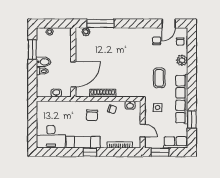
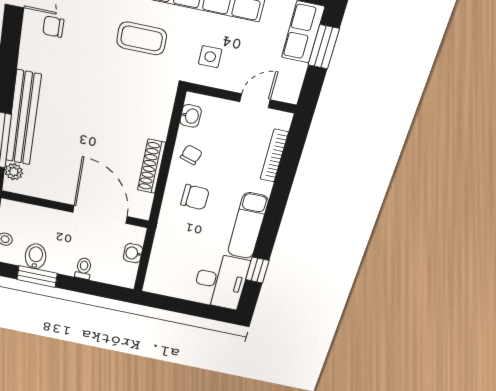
bench: (113, 33) -> (23, 118), added
bidet: (44, 62) -> (36, 256), moved
window: (90, 152) -> (257, 270), moved
window: (160, 152) -> (324, 47), moved

